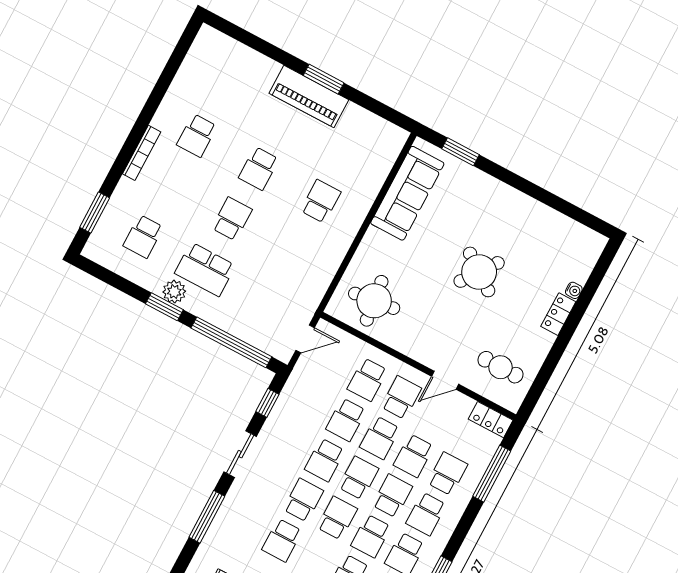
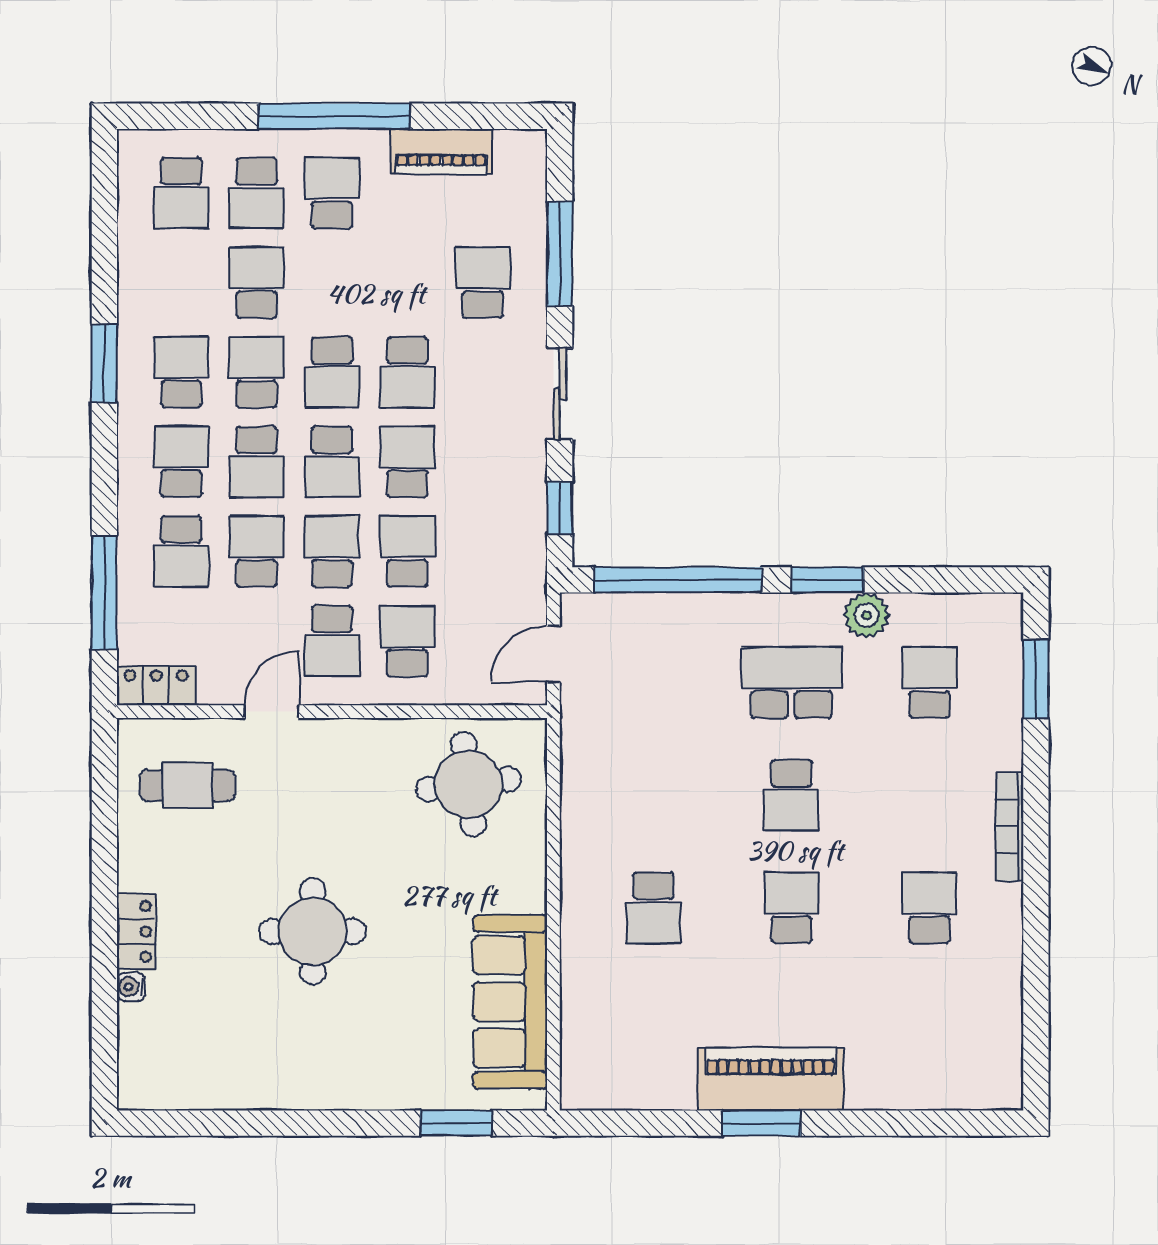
round table: (479, 272) -> (313, 931), turned -36
plant: (174, 292) -> (867, 615), moved
school desk: (282, 540) -> (483, 283), moved

